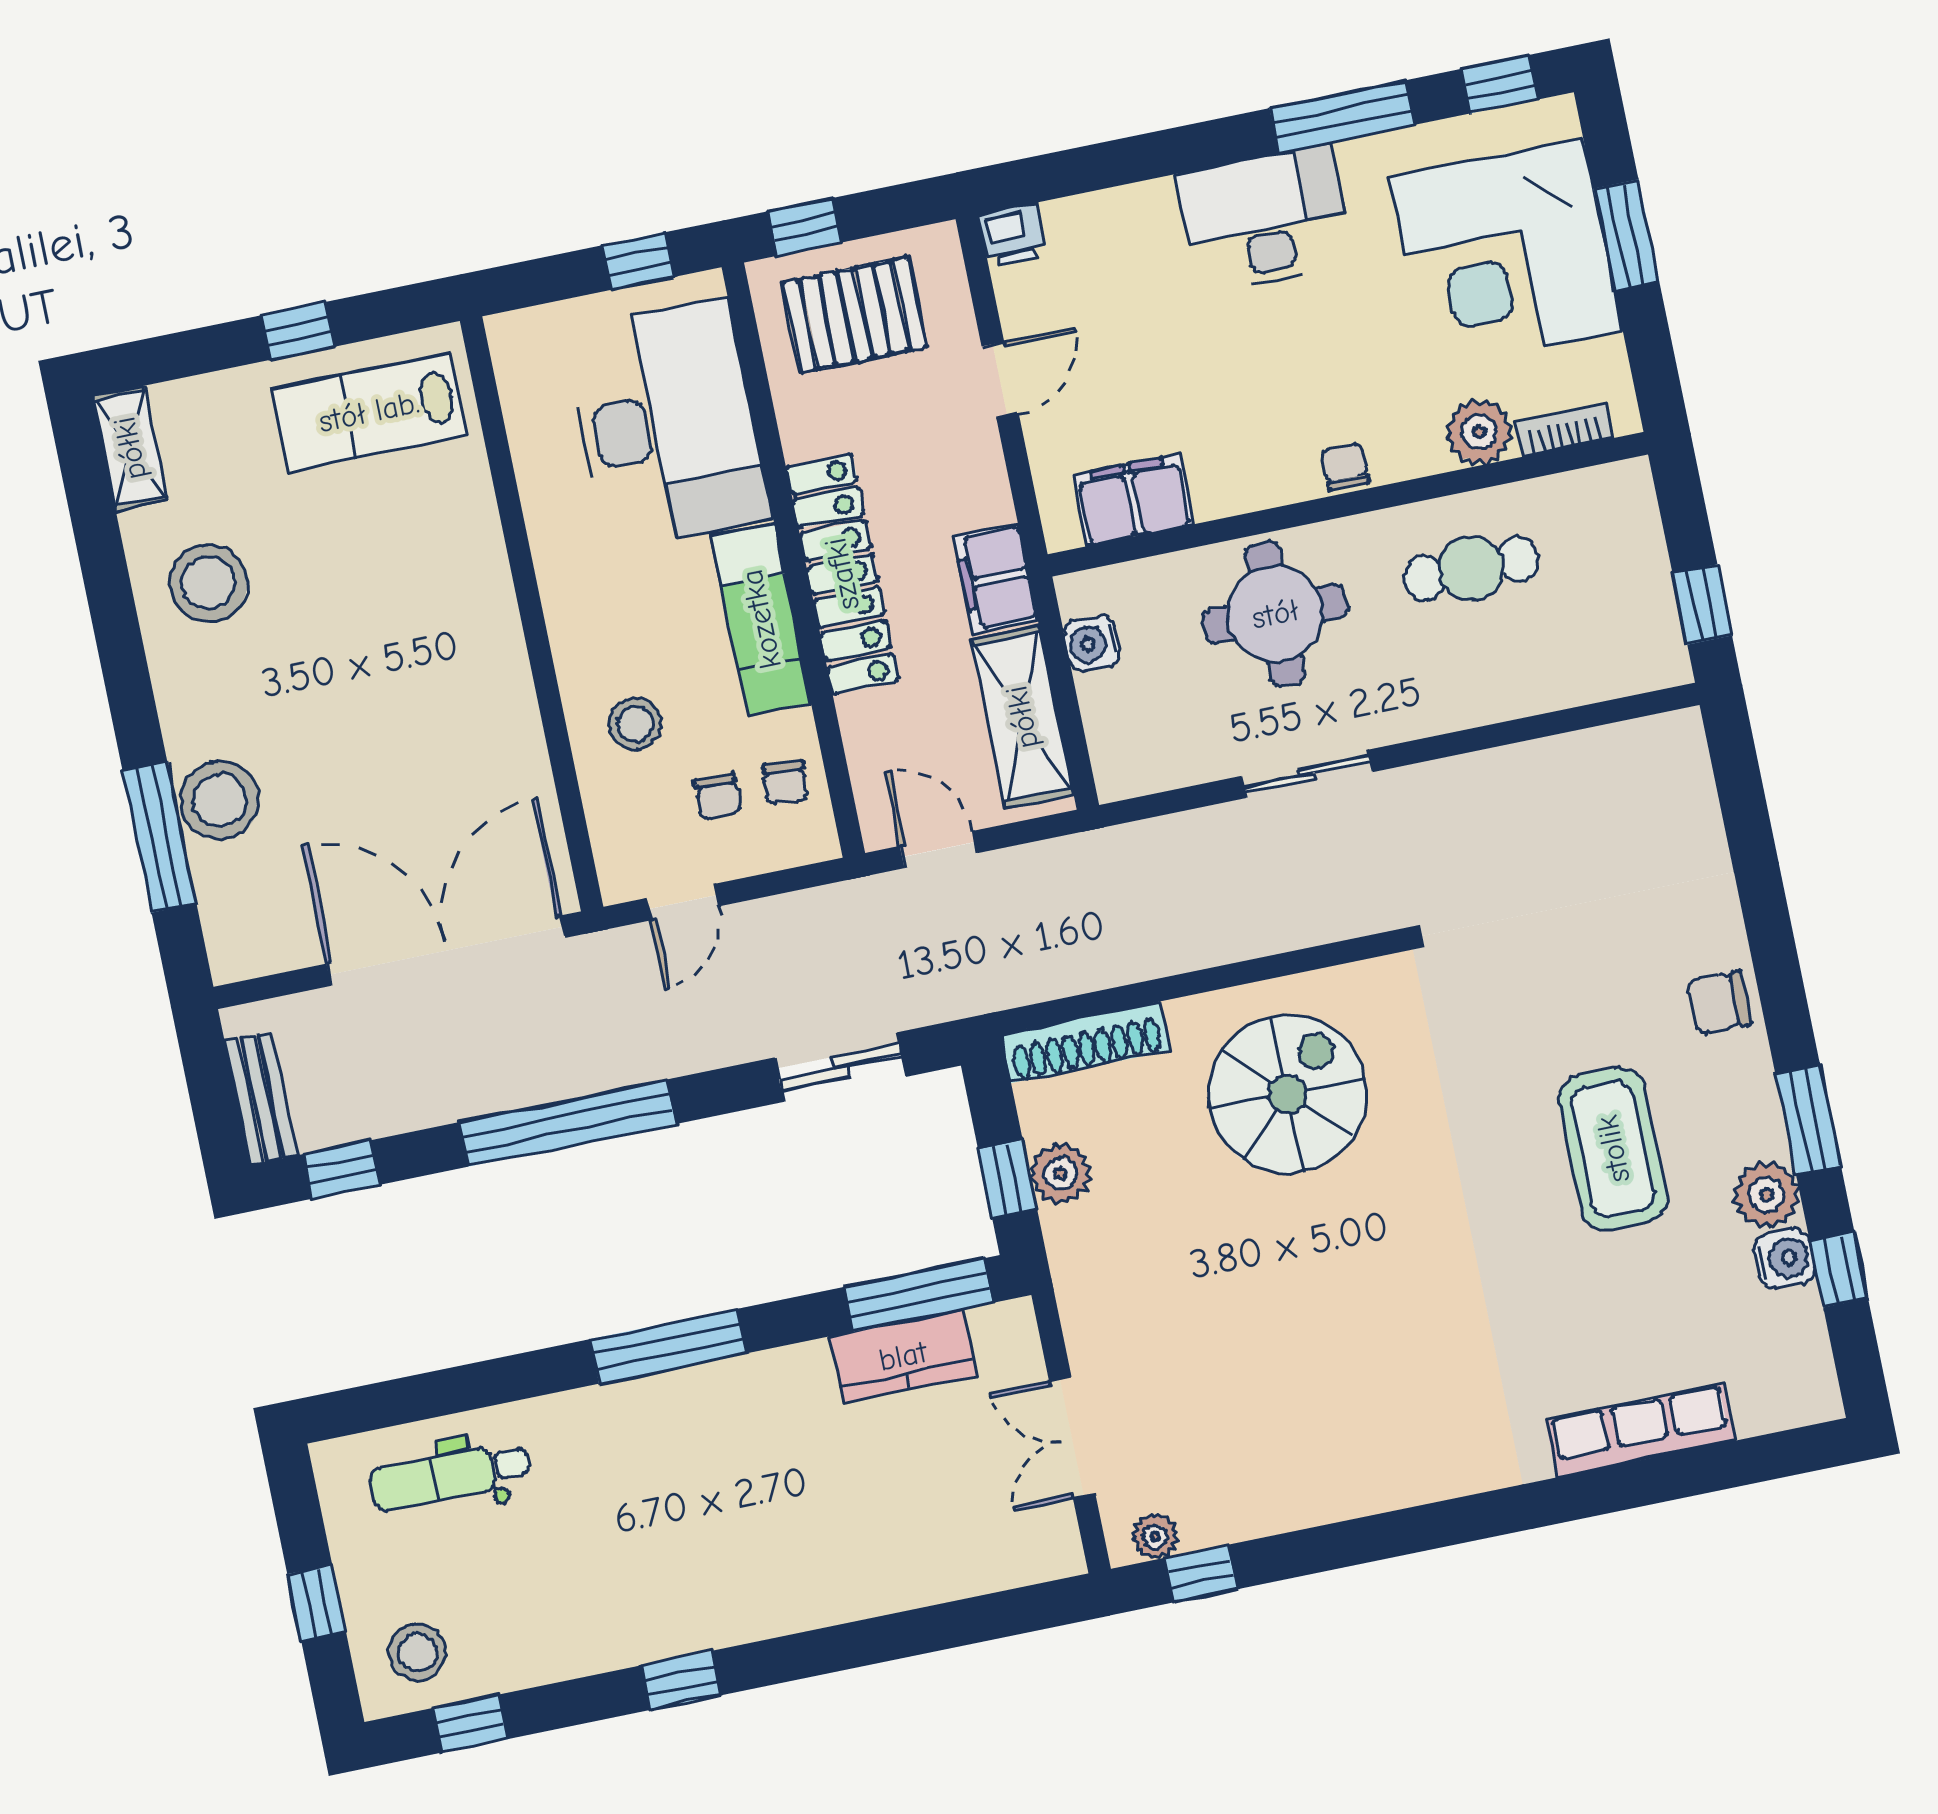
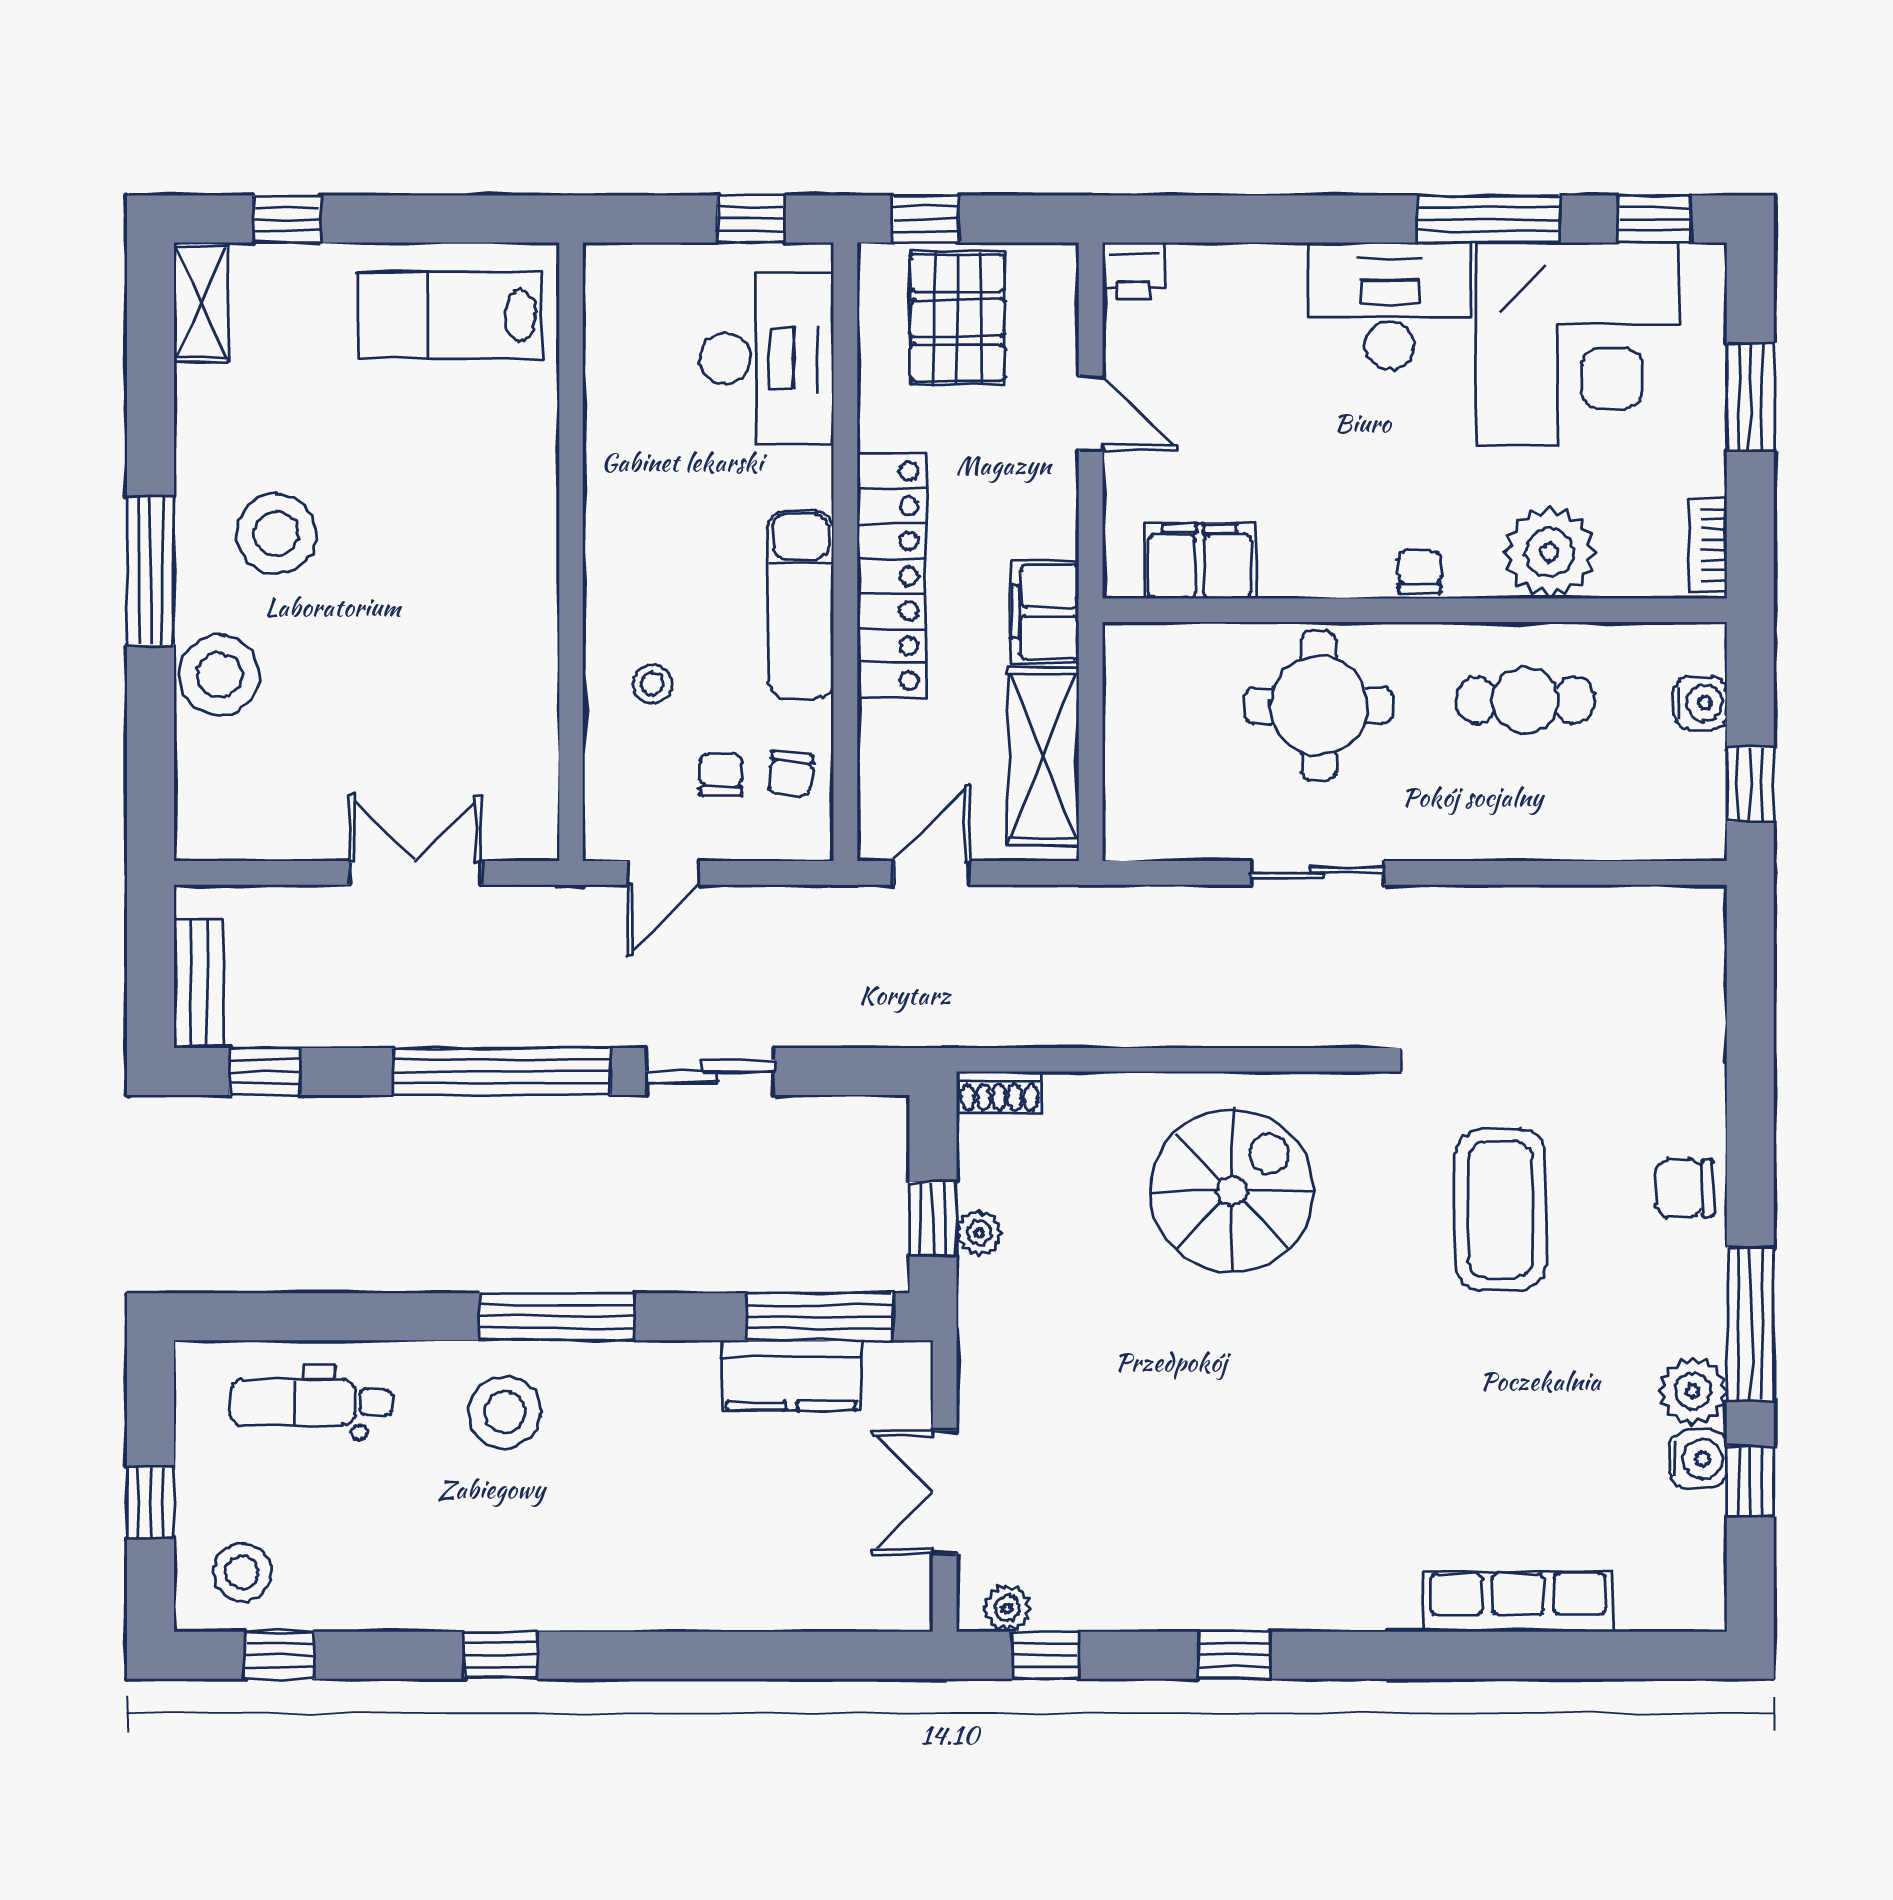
corner desk: (1506, 255) -> (1577, 344), moved, turned -90
pallet: (855, 315) -> (957, 318), turned 90
window: (298, 331) -> (287, 219), moved
door: (1000, 380) -> (1091, 413), hinge flipped
desk: (667, 425) -> (767, 358), width x0.73, depth x0.77
bookcase: (1564, 430) -> (1708, 545), moved, turned -90
plant: (1479, 432) -> (1549, 552), width x1.36, depth x1.36
stool: (208, 583) -> (276, 534), moved
water cooler: (1092, 643) -> (1701, 703), moved, turned 180
stool: (635, 724) -> (652, 684), width x0.73, depth x0.73
chair: (718, 797) -> (721, 774), turned 180
window: (159, 837) -> (151, 571), moved
door: (939, 850) -> (932, 873), hinge flipped
double door: (446, 951) -> (415, 873), width x0.54
shoe rack: (1085, 1042) -> (999, 1092), width x0.51, depth x0.81
sliding door: (840, 1067) -> (710, 1071), moved
window: (1808, 1120) -> (1750, 1324), width x1.44
coffee table: (1613, 1149) -> (1500, 1210), moved
plant: (1061, 1174) -> (979, 1233), width x0.73, depth x0.73
stool: (637, 1448) -> (505, 1412), added
window: (1381, 1537) -> (1235, 1655), added

